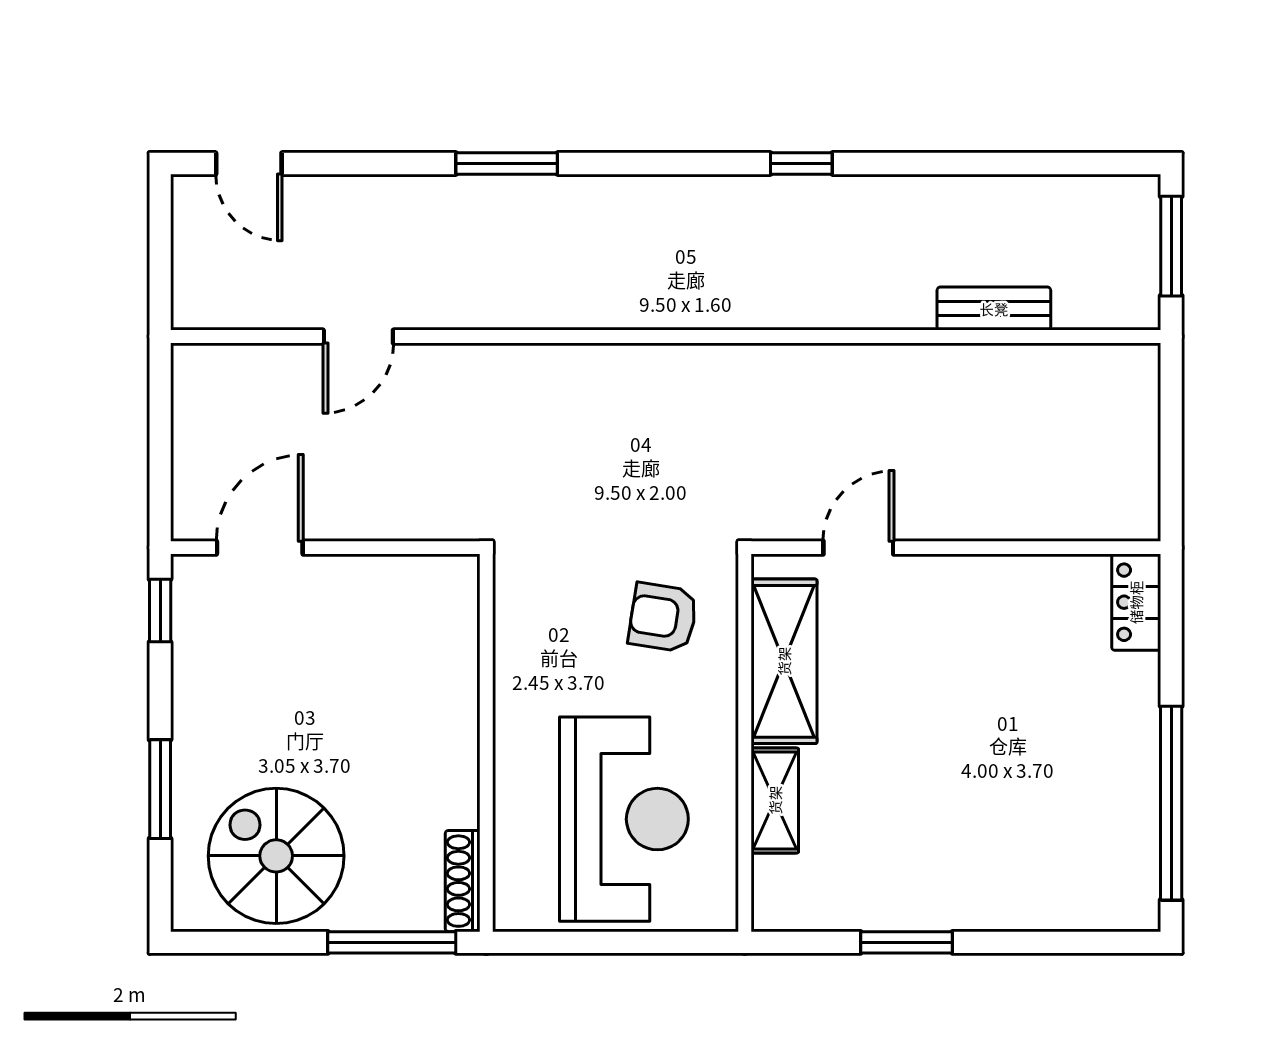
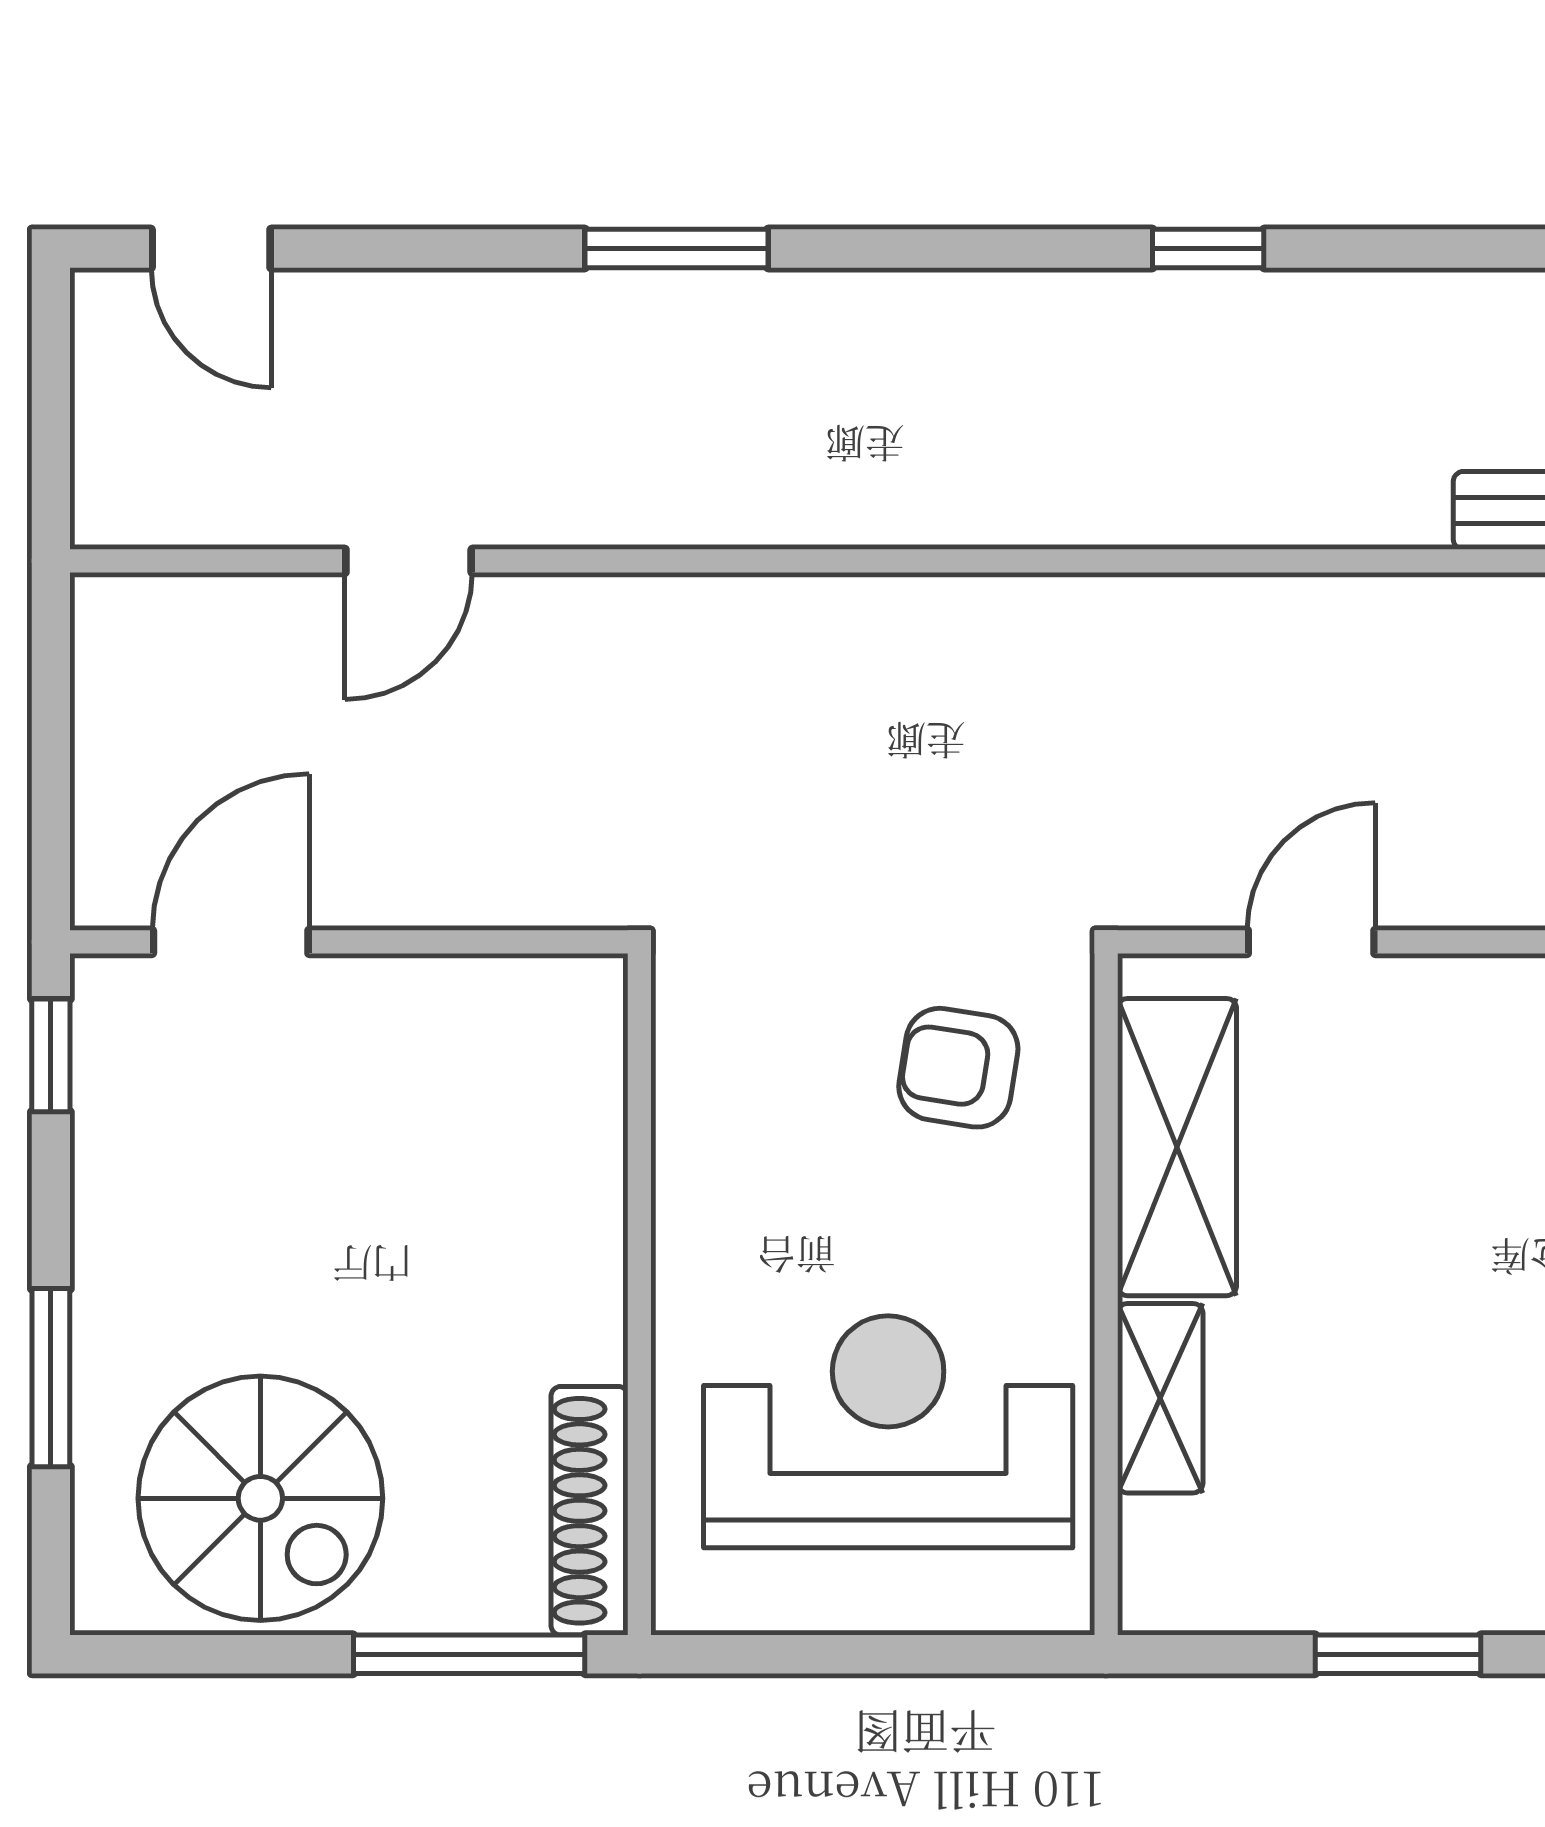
reception desk: (624, 819) -> (888, 1432), turned -90
spiral stairs: (276, 856) -> (260, 1498), turned 180
shoe rack: (463, 881) -> (590, 1511), width x1.36, depth x1.24

